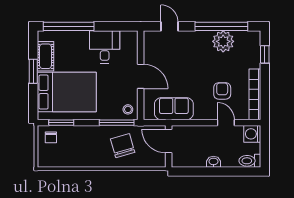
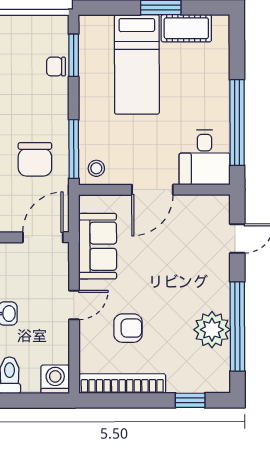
window: (69, 26) -> (237, 123), moved
desk: (105, 47) -> (205, 157), moved, turned 90
bed: (67, 92) -> (137, 64), width x0.67
door: (226, 123) -> (74, 305), moved
chair: (51, 137) -> (56, 67), moved
chair: (123, 146) -> (35, 159), turned 106

